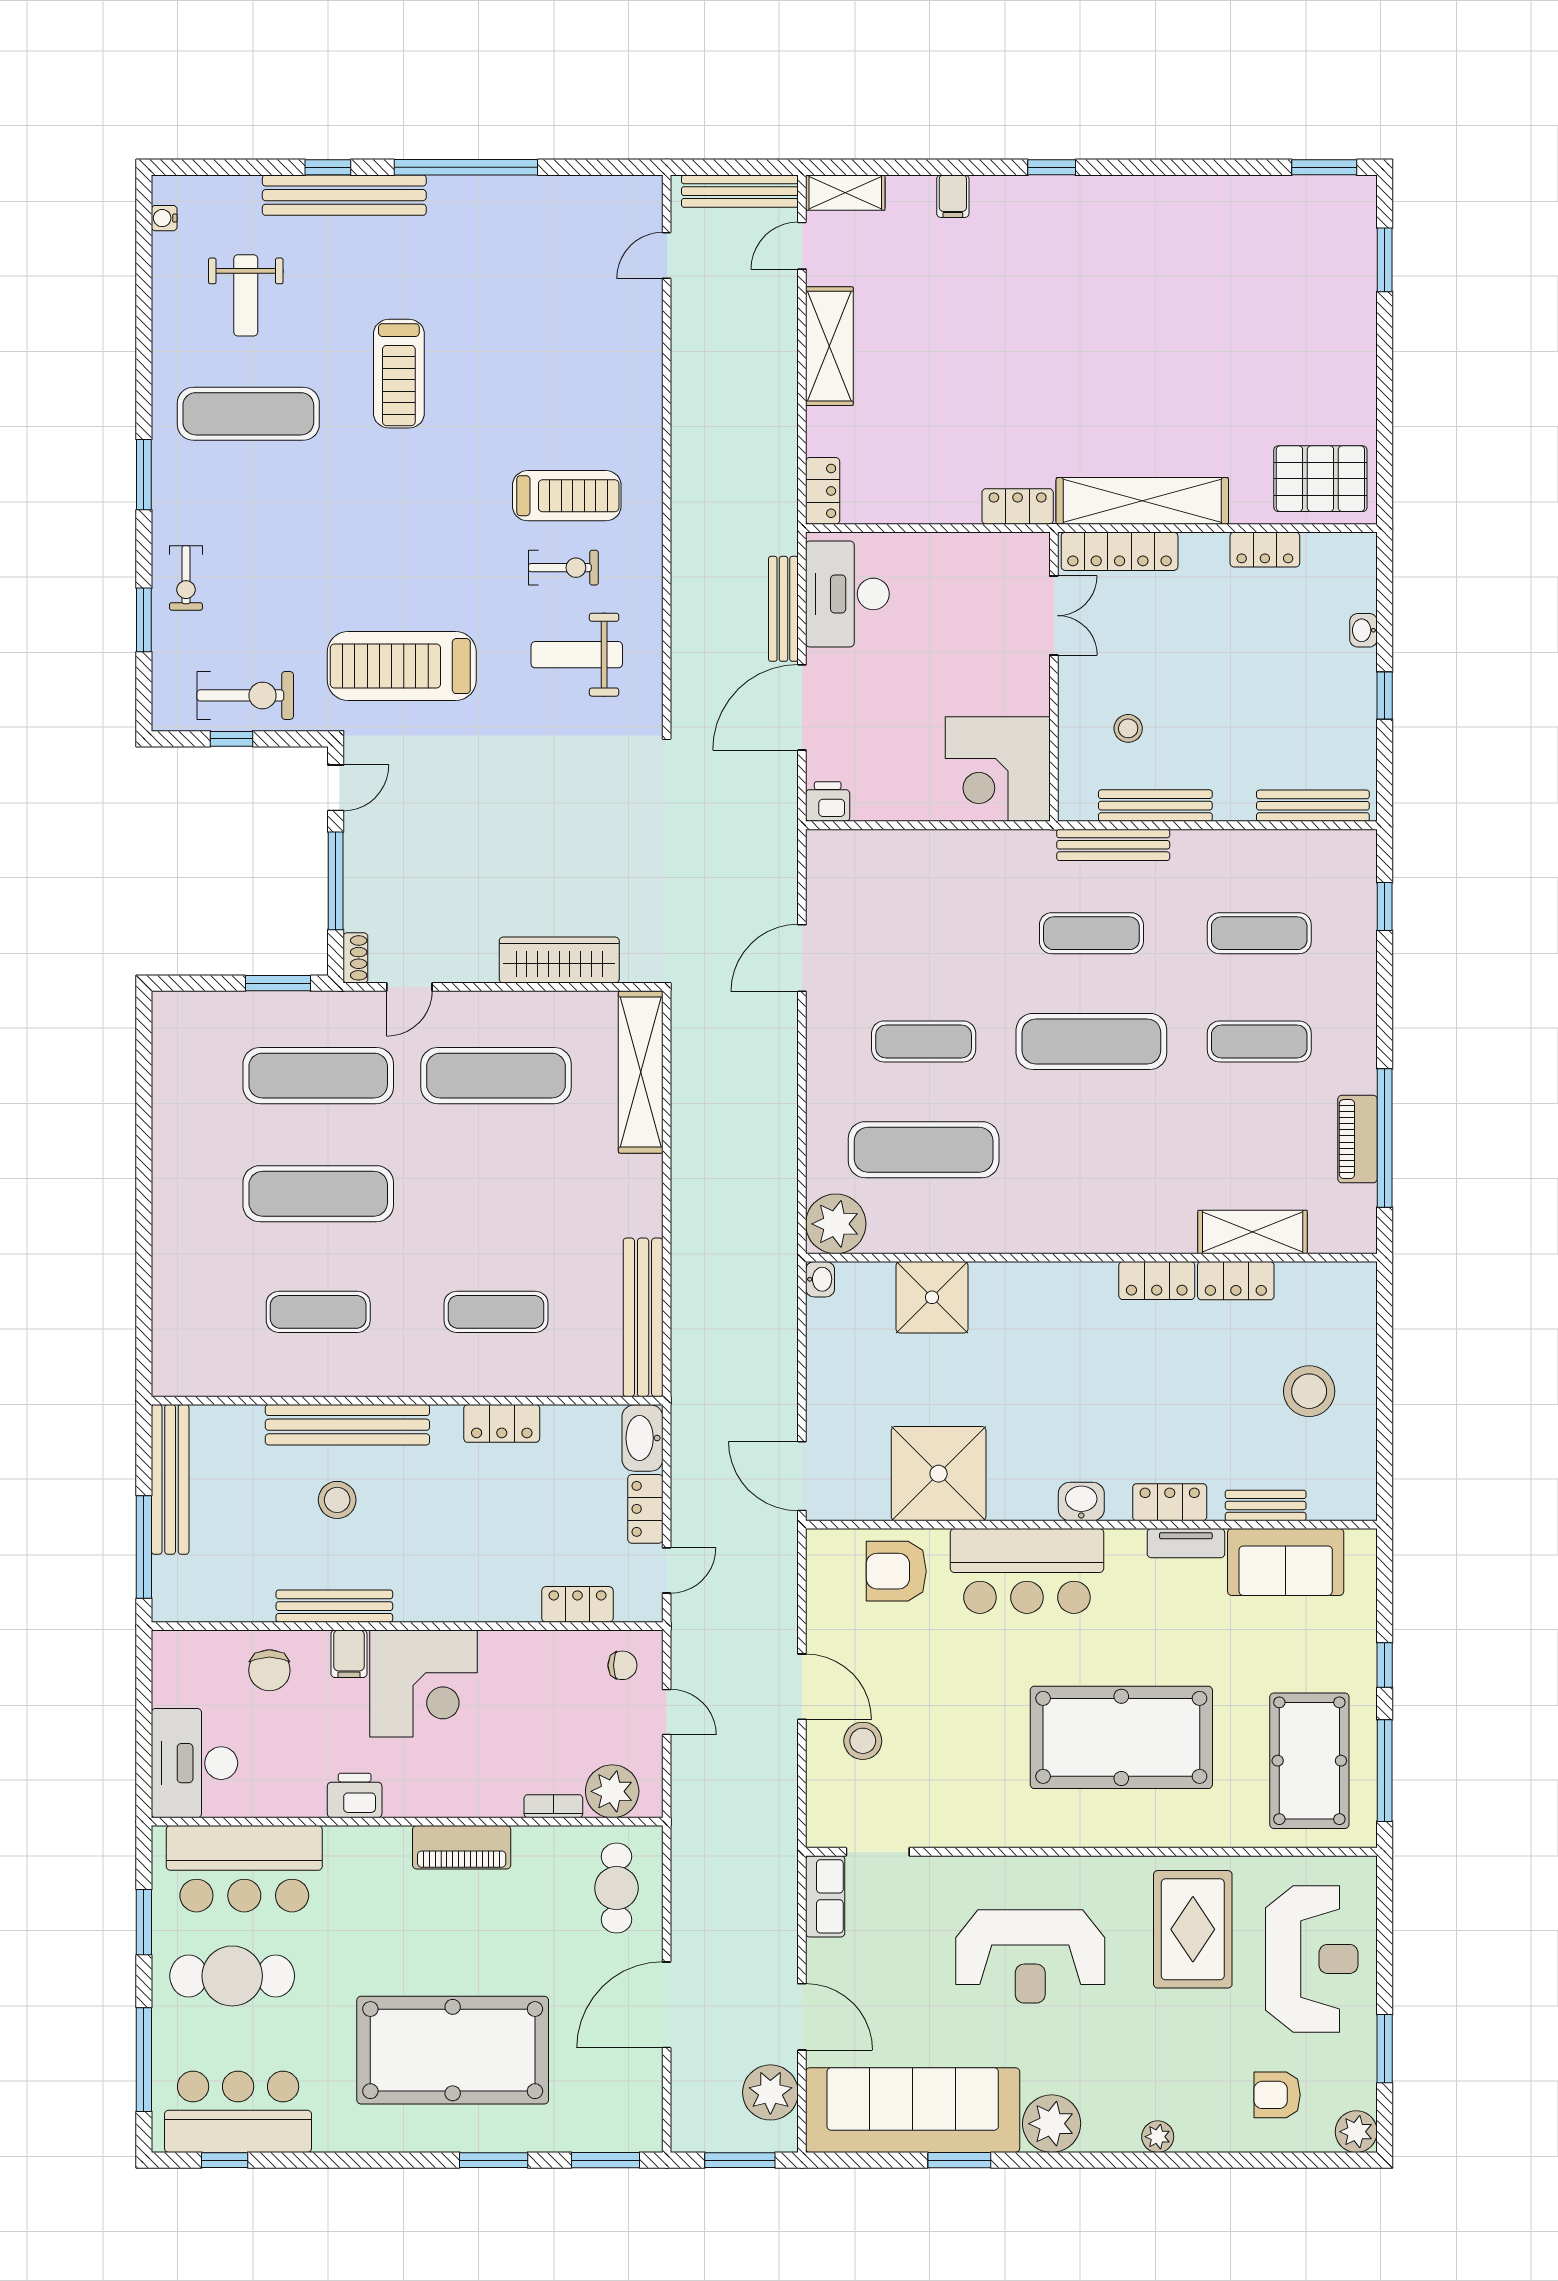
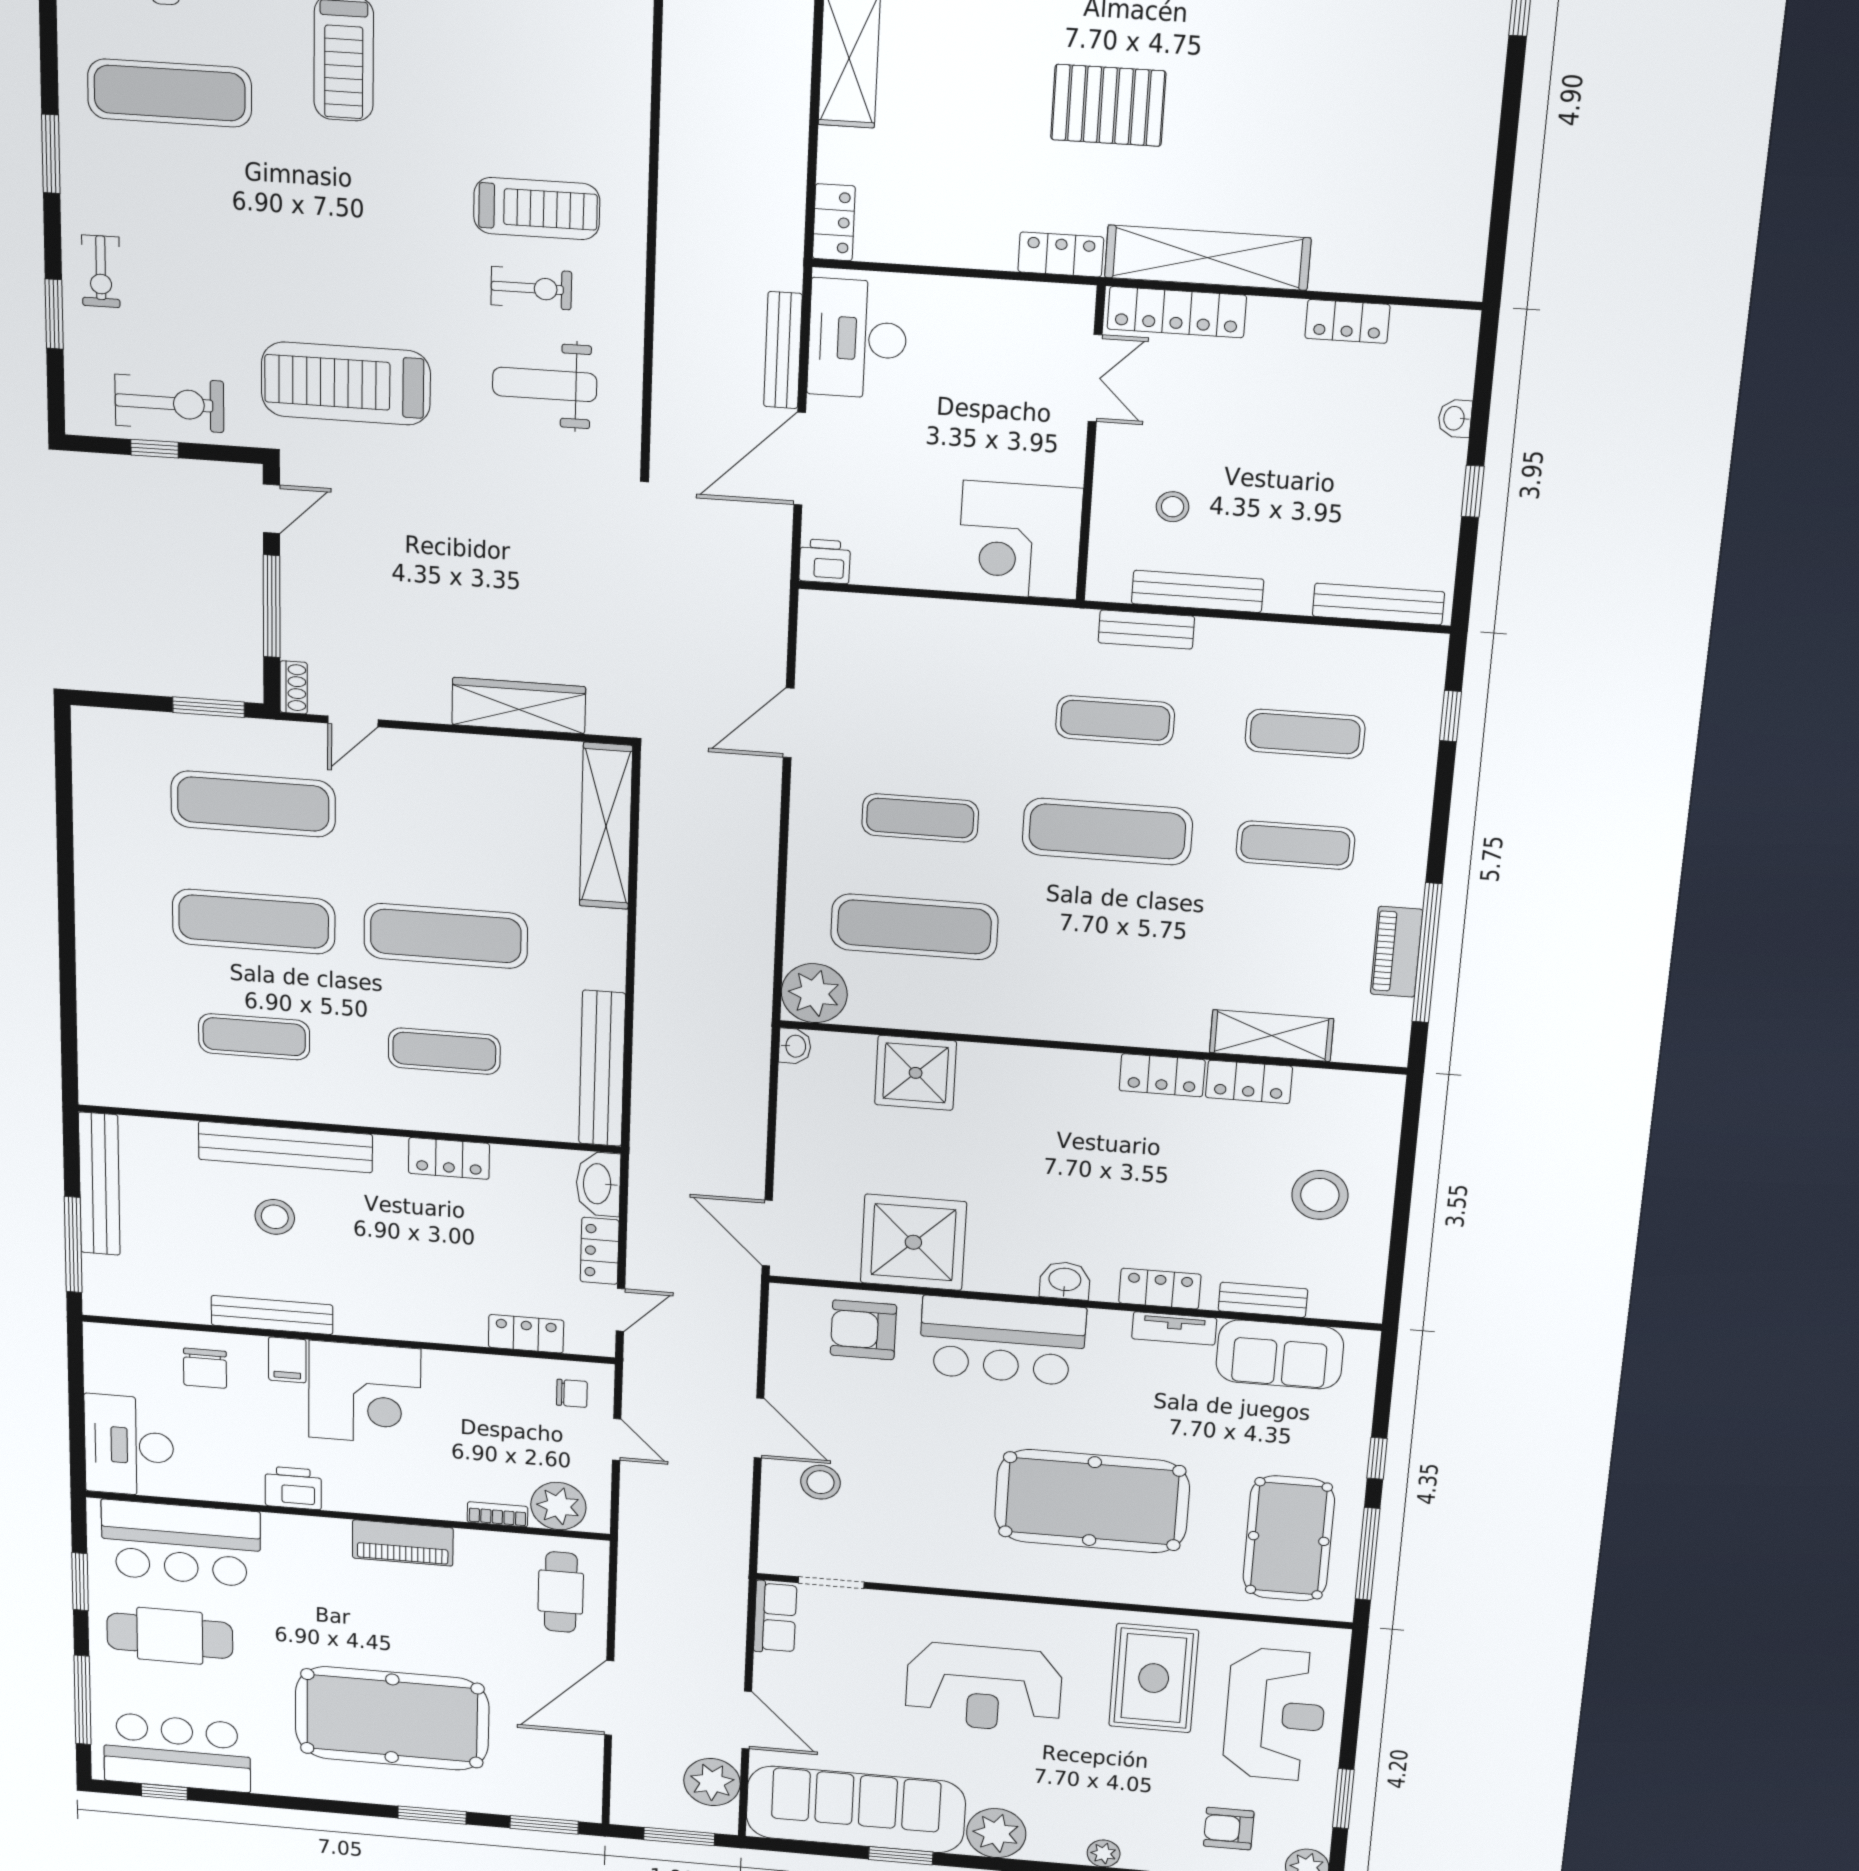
pallet: (1320, 479) -> (1108, 105), moved
bench: (1113, 845) -> (1146, 630), width x0.73
exercise mat: (496, 1076) -> (446, 936), moved

